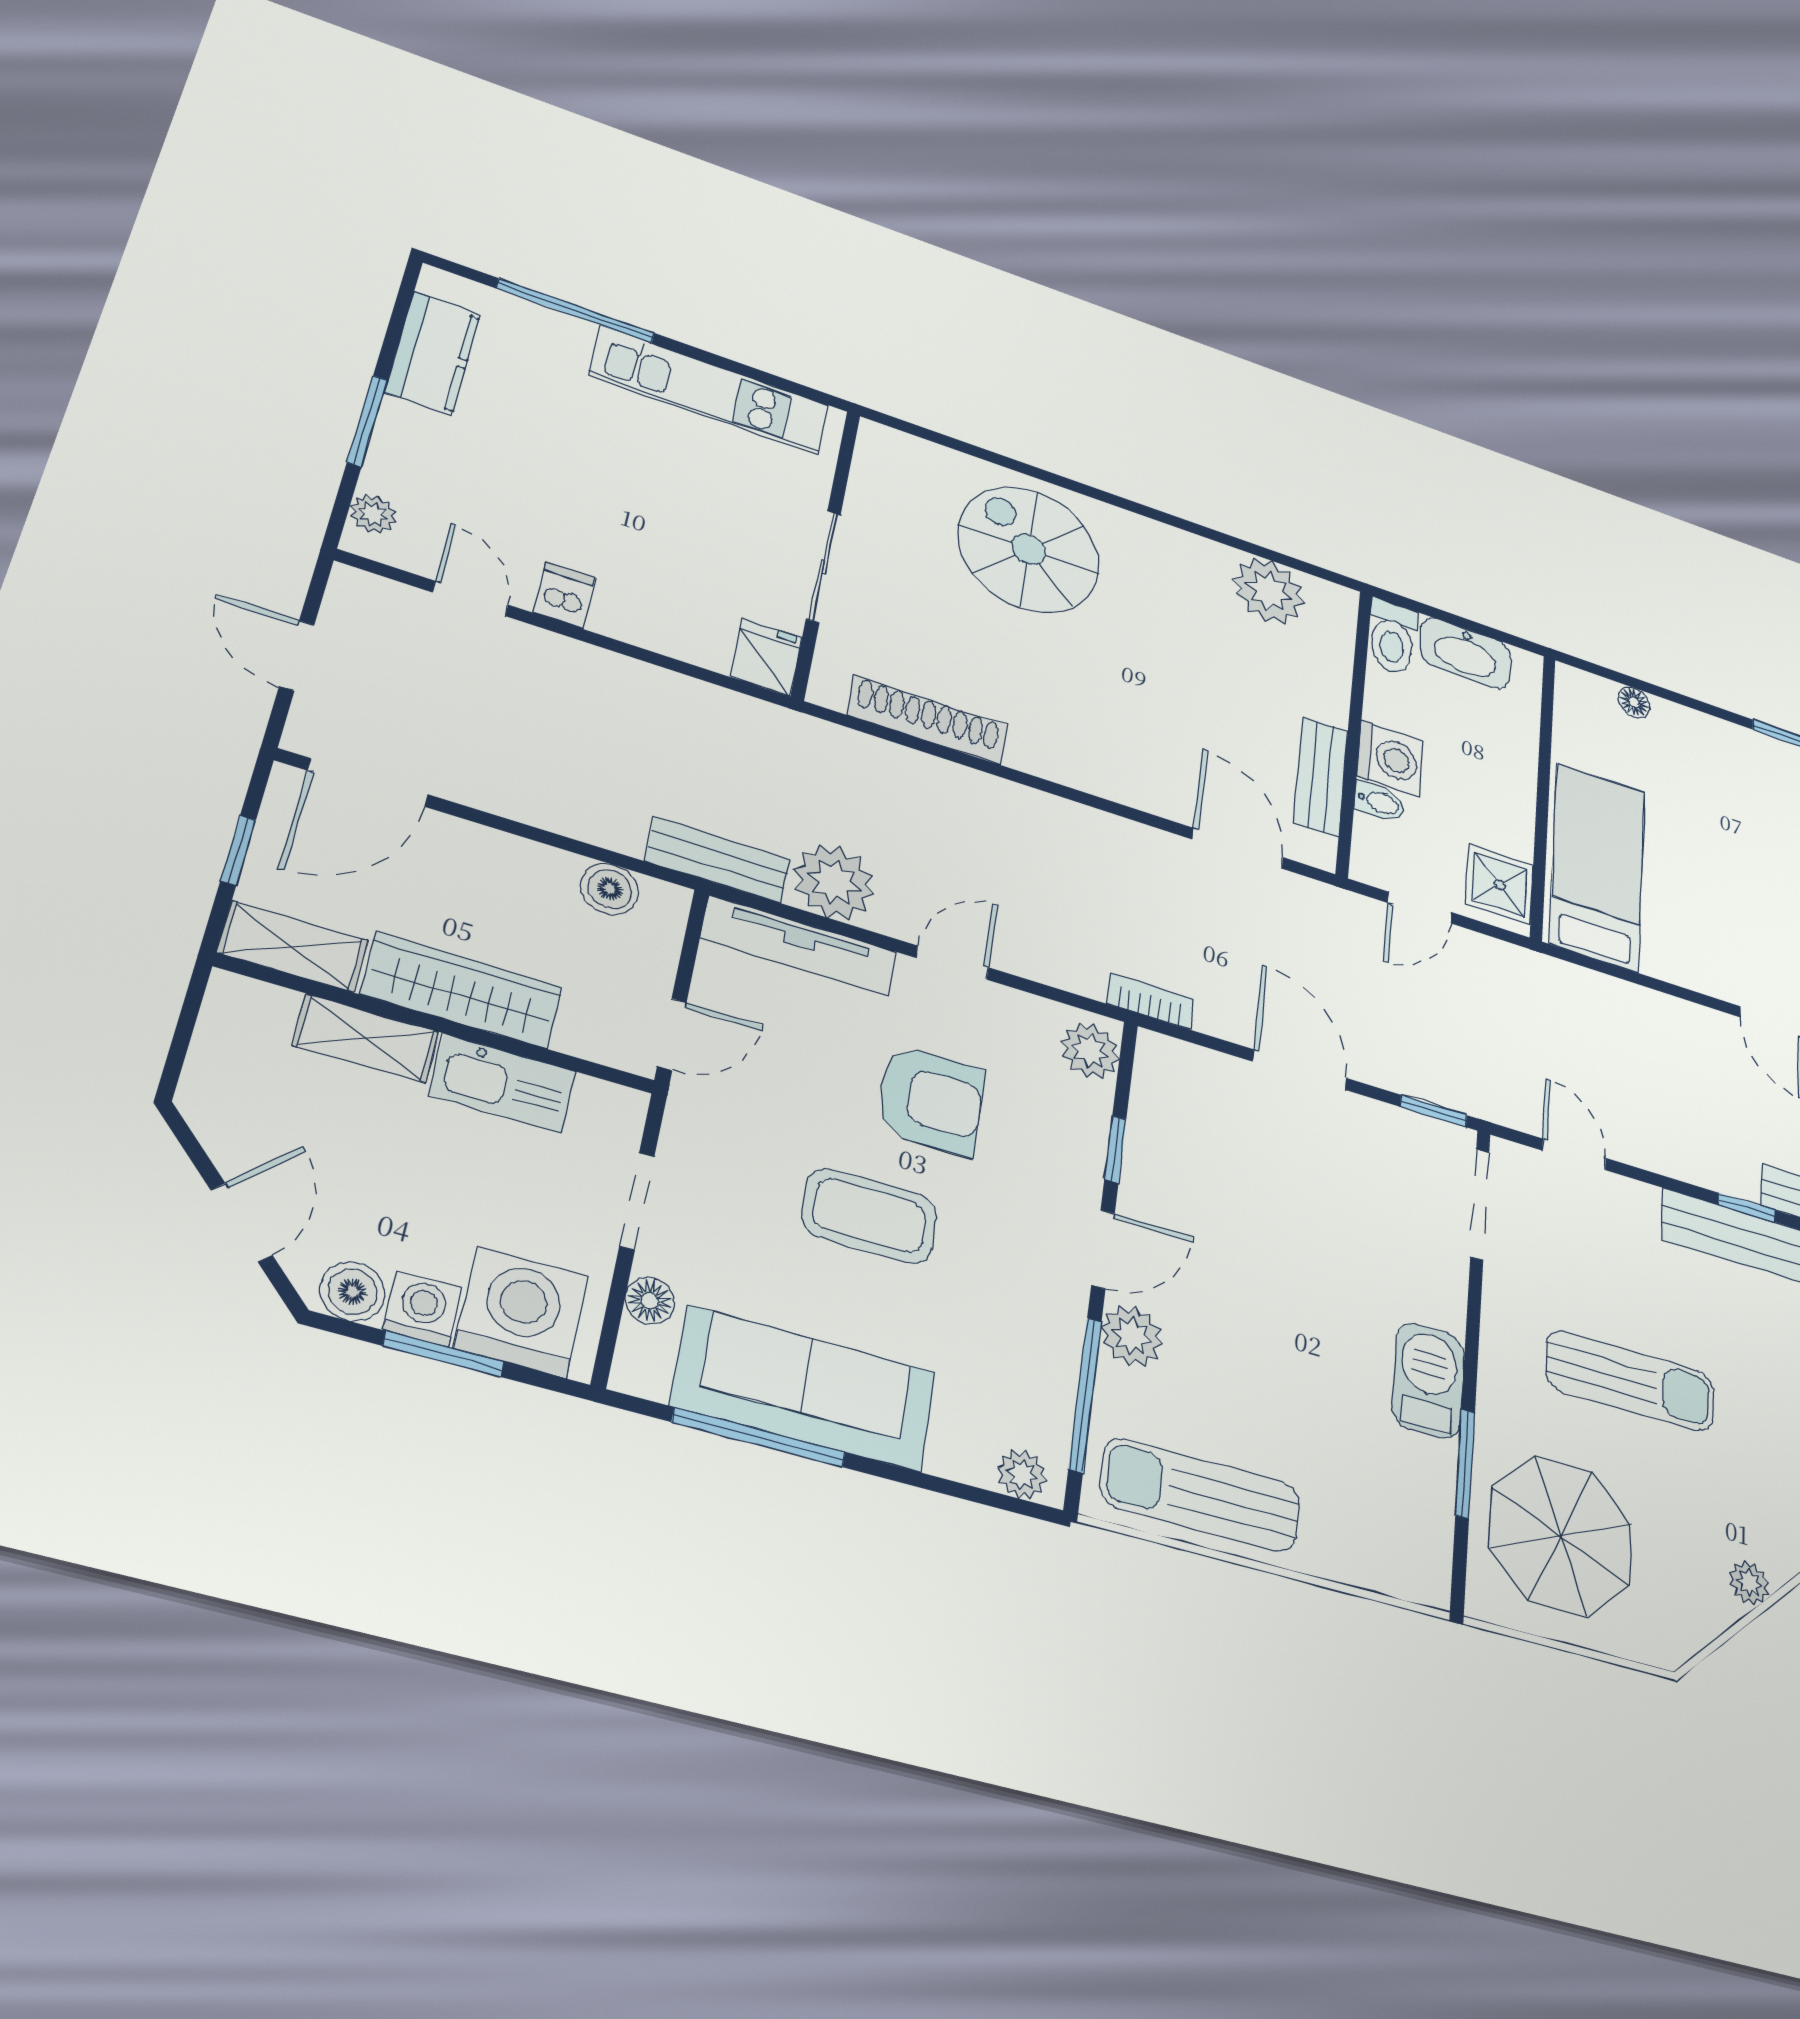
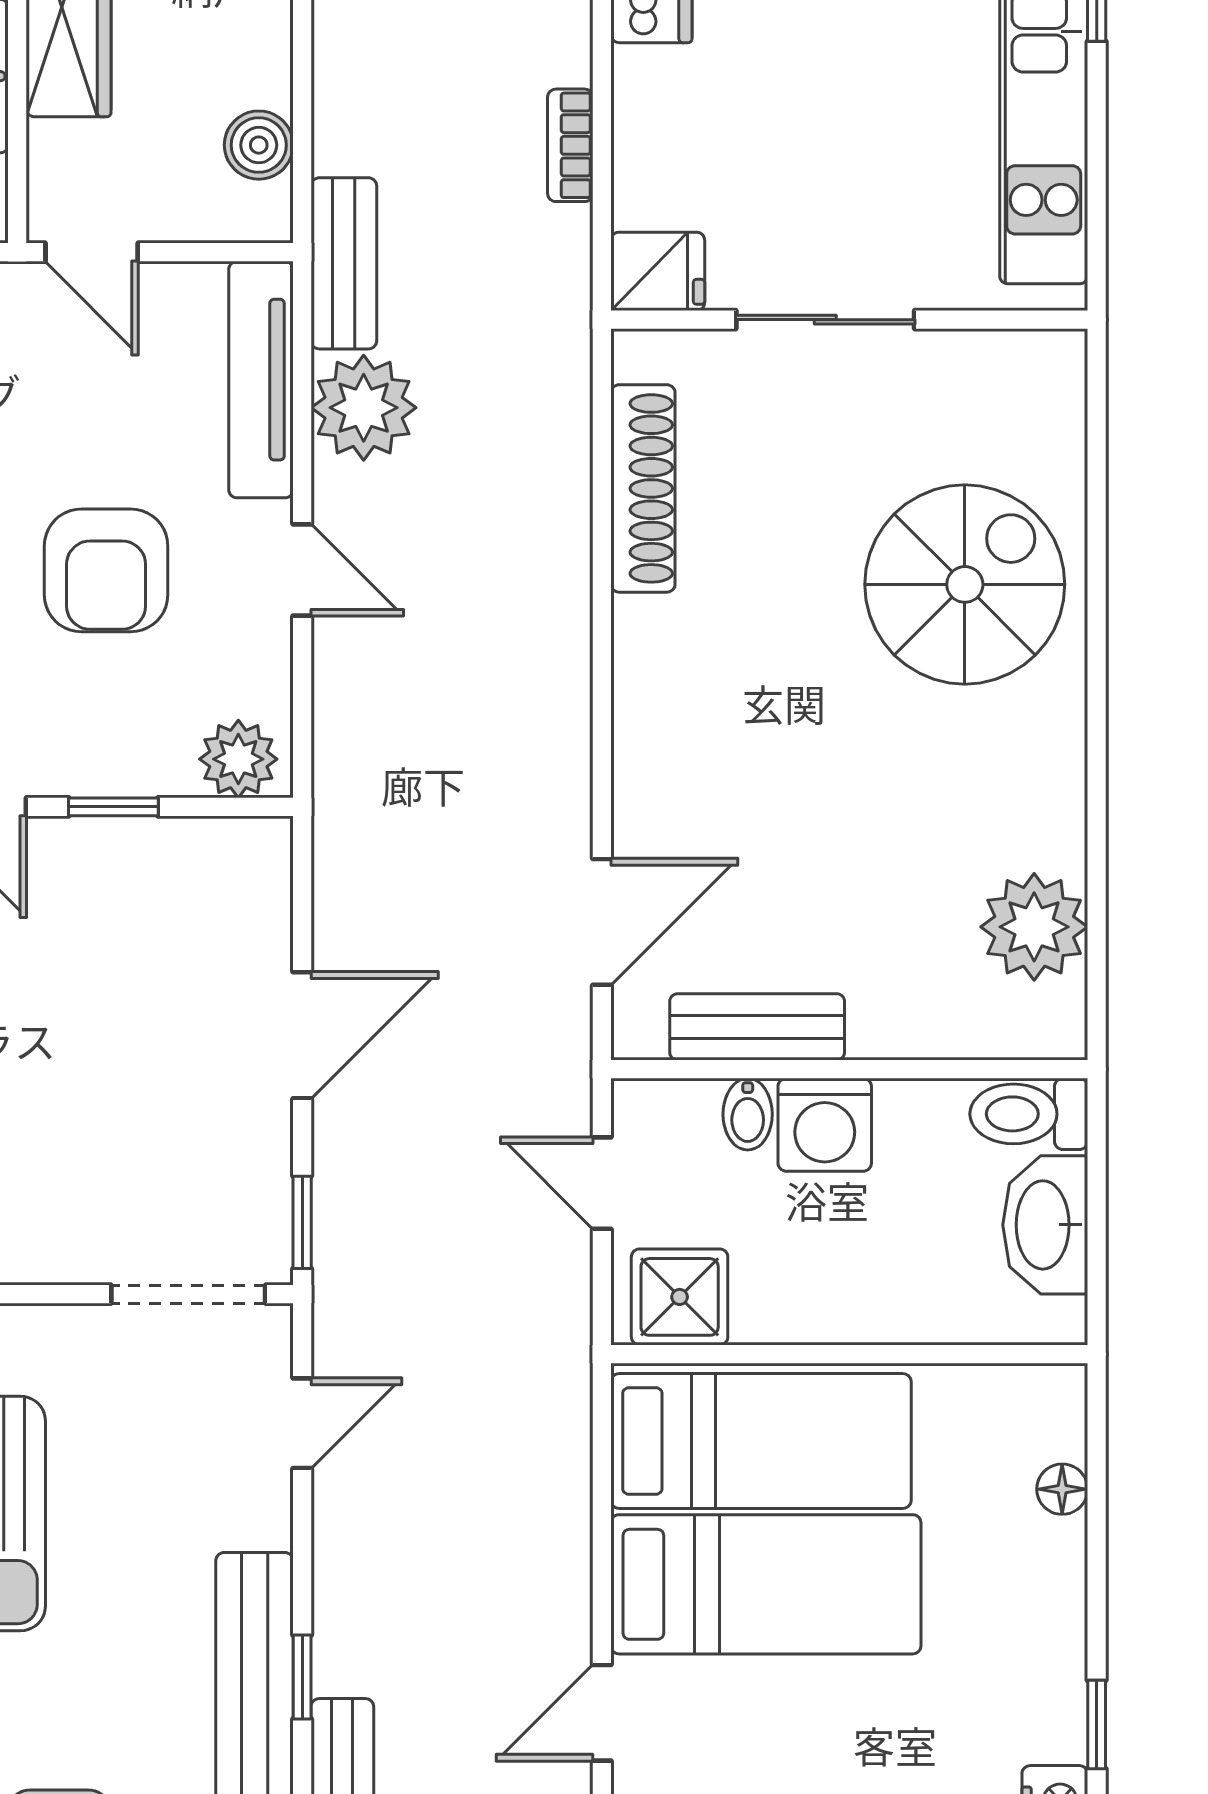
bed: (1690, 895) -> (766, 1584), added
bookcase: (1150, 1001) -> (570, 145), moved, turned 180

